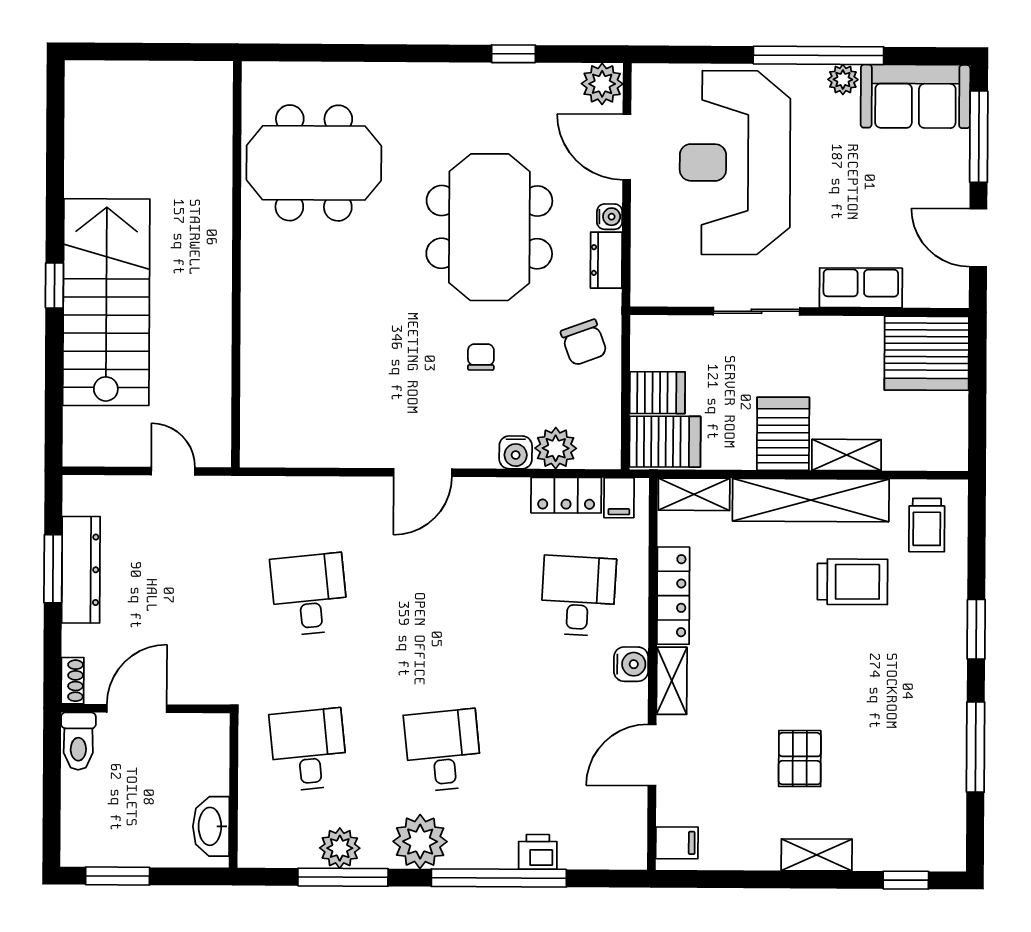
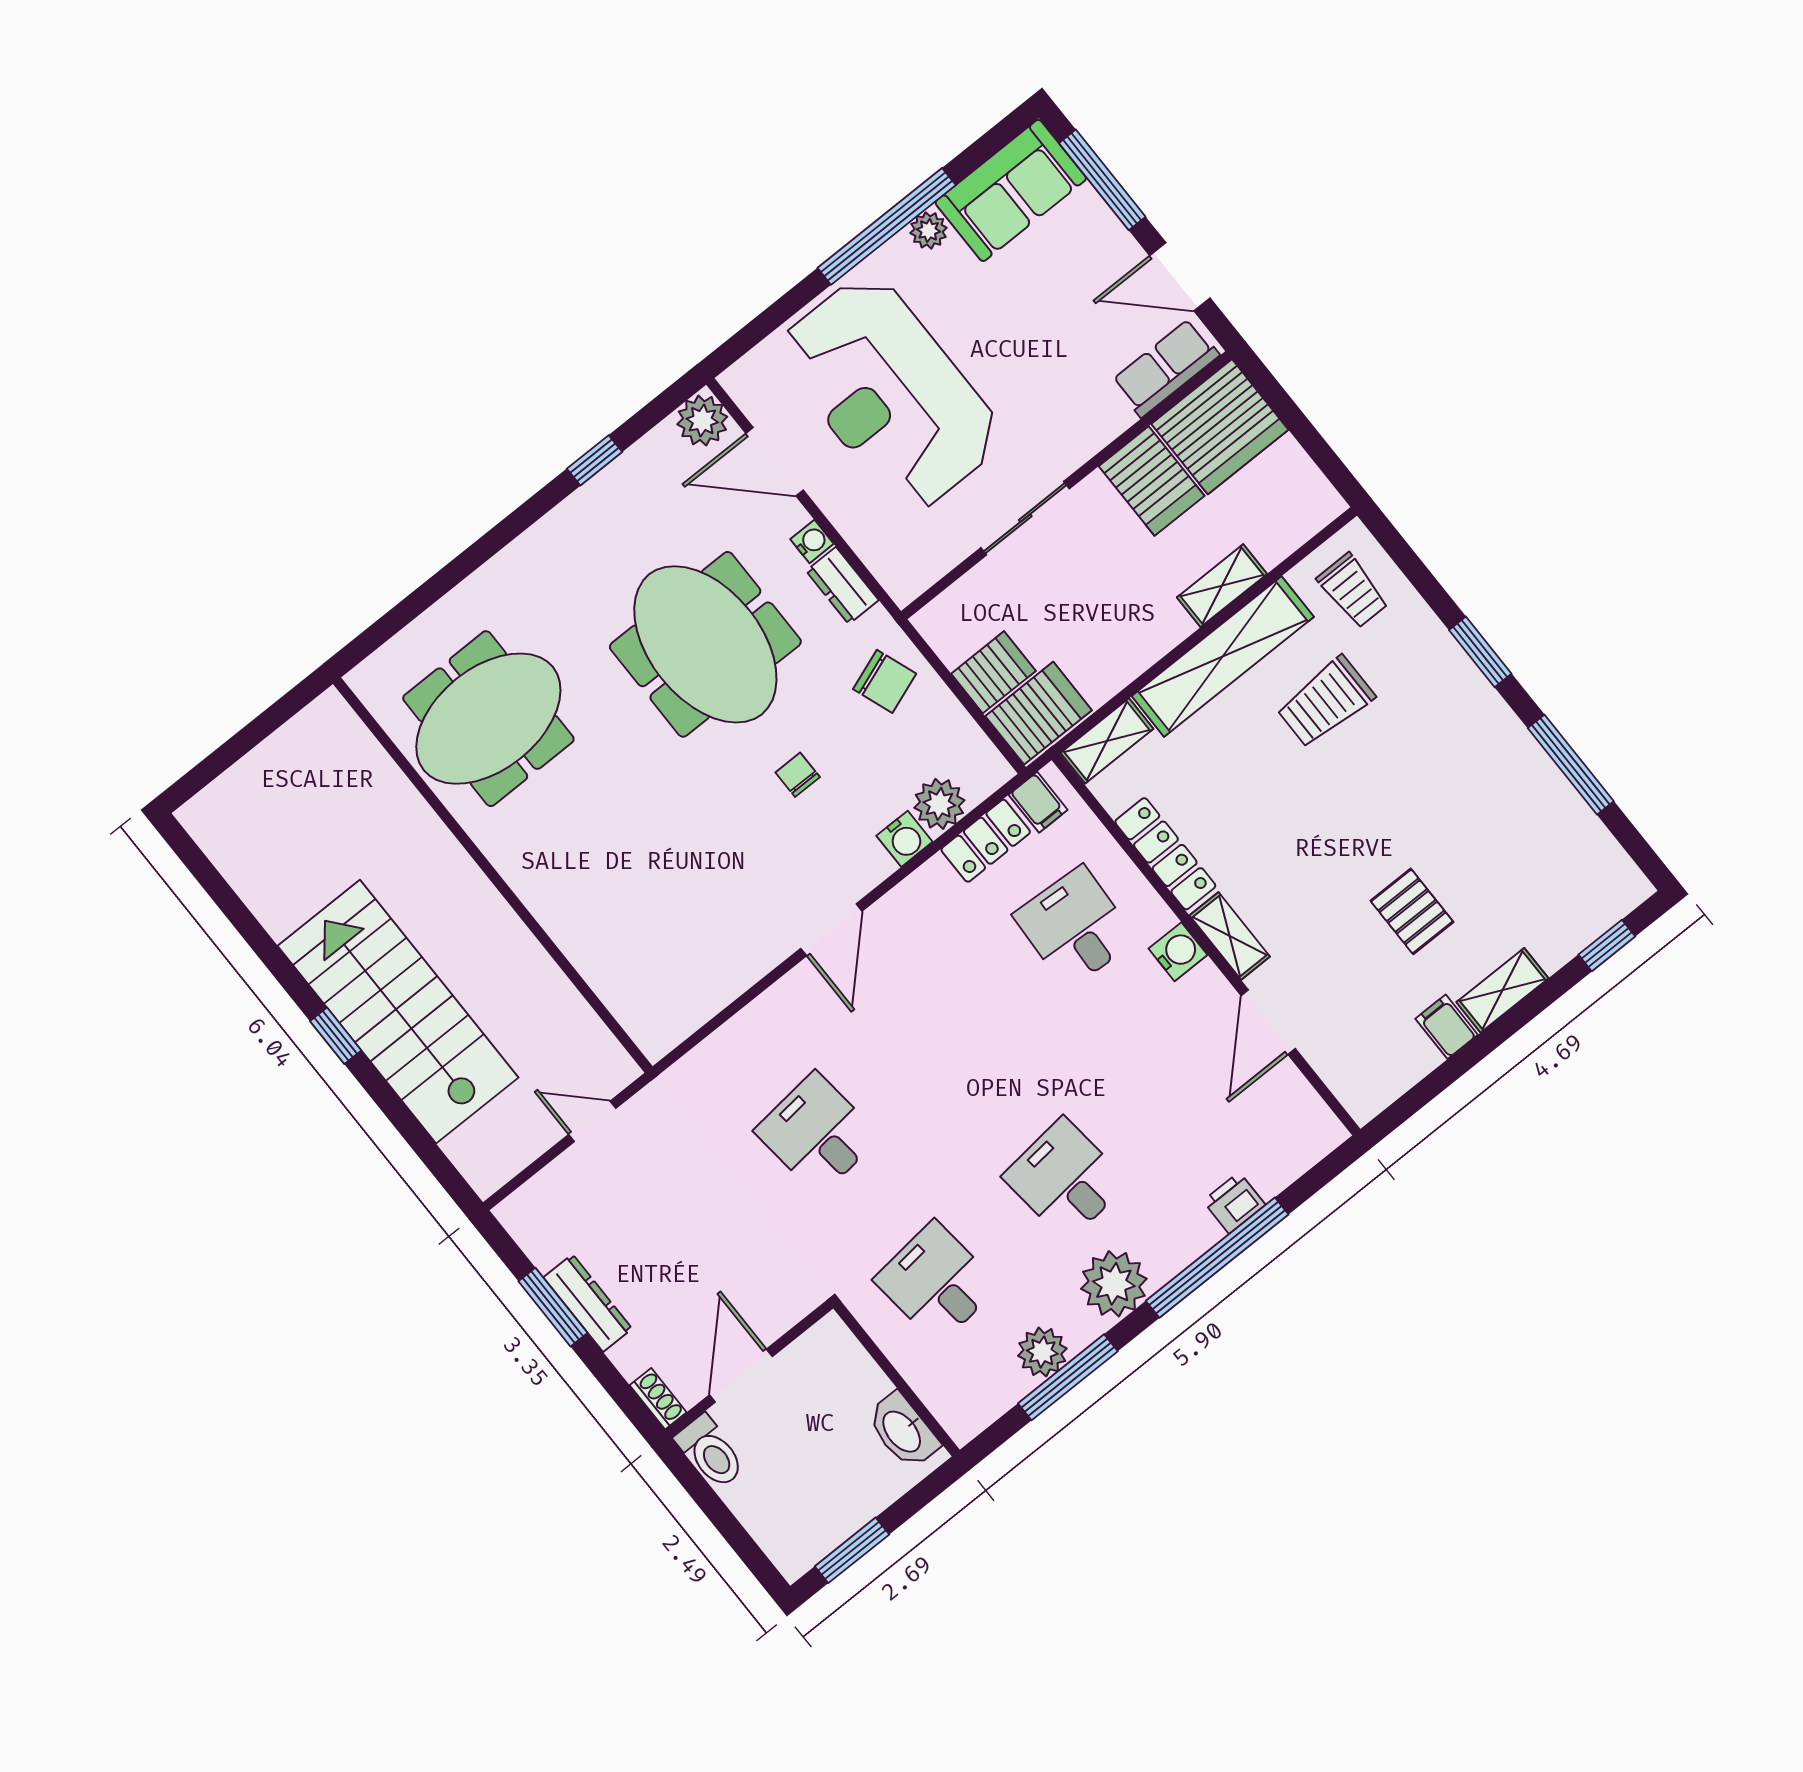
row of seats: (861, 288) -> (1166, 368), moved
server rack: (783, 434) -> (1152, 481), moved, turned 180
dresser: (81, 570) -> (588, 1303), width x0.73, depth x0.80
trolley: (853, 582) -> (1326, 702), turned 180
filing cabinet: (677, 843) -> (1447, 1027), moved, turned -90

